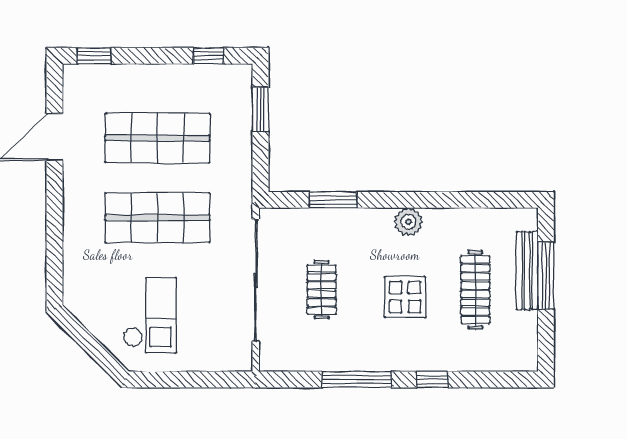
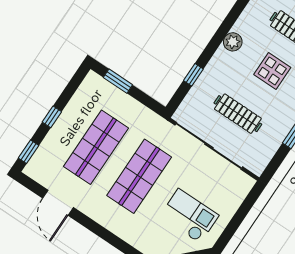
window: (208, 56) -> (52, 117), moved
window: (333, 200) -> (193, 75), width x0.67
clothes rail: (322, 290) -> (238, 114), width x1.36

